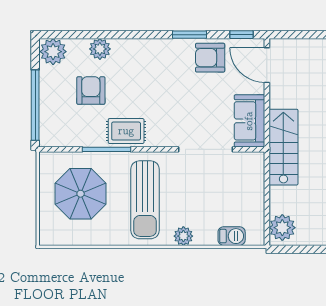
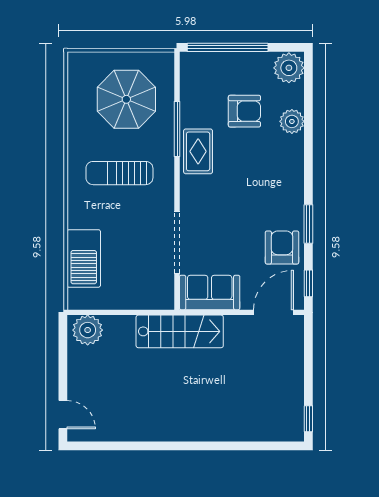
sun lounger: (145, 200) -> (119, 173), width x0.73, depth x0.75
plant: (183, 236) -> (78, 217), removed
barbecue: (232, 236) -> (84, 258), width x1.88, depth x1.53

